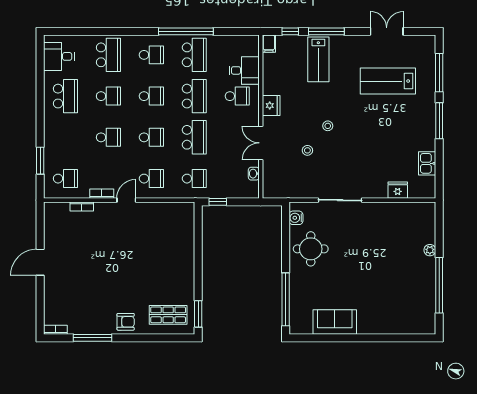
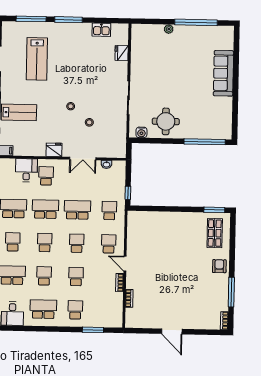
school desk: (65, 179) -> (75, 310), moved
sofa: (335, 322) -> (224, 73), moved, width x1.36

